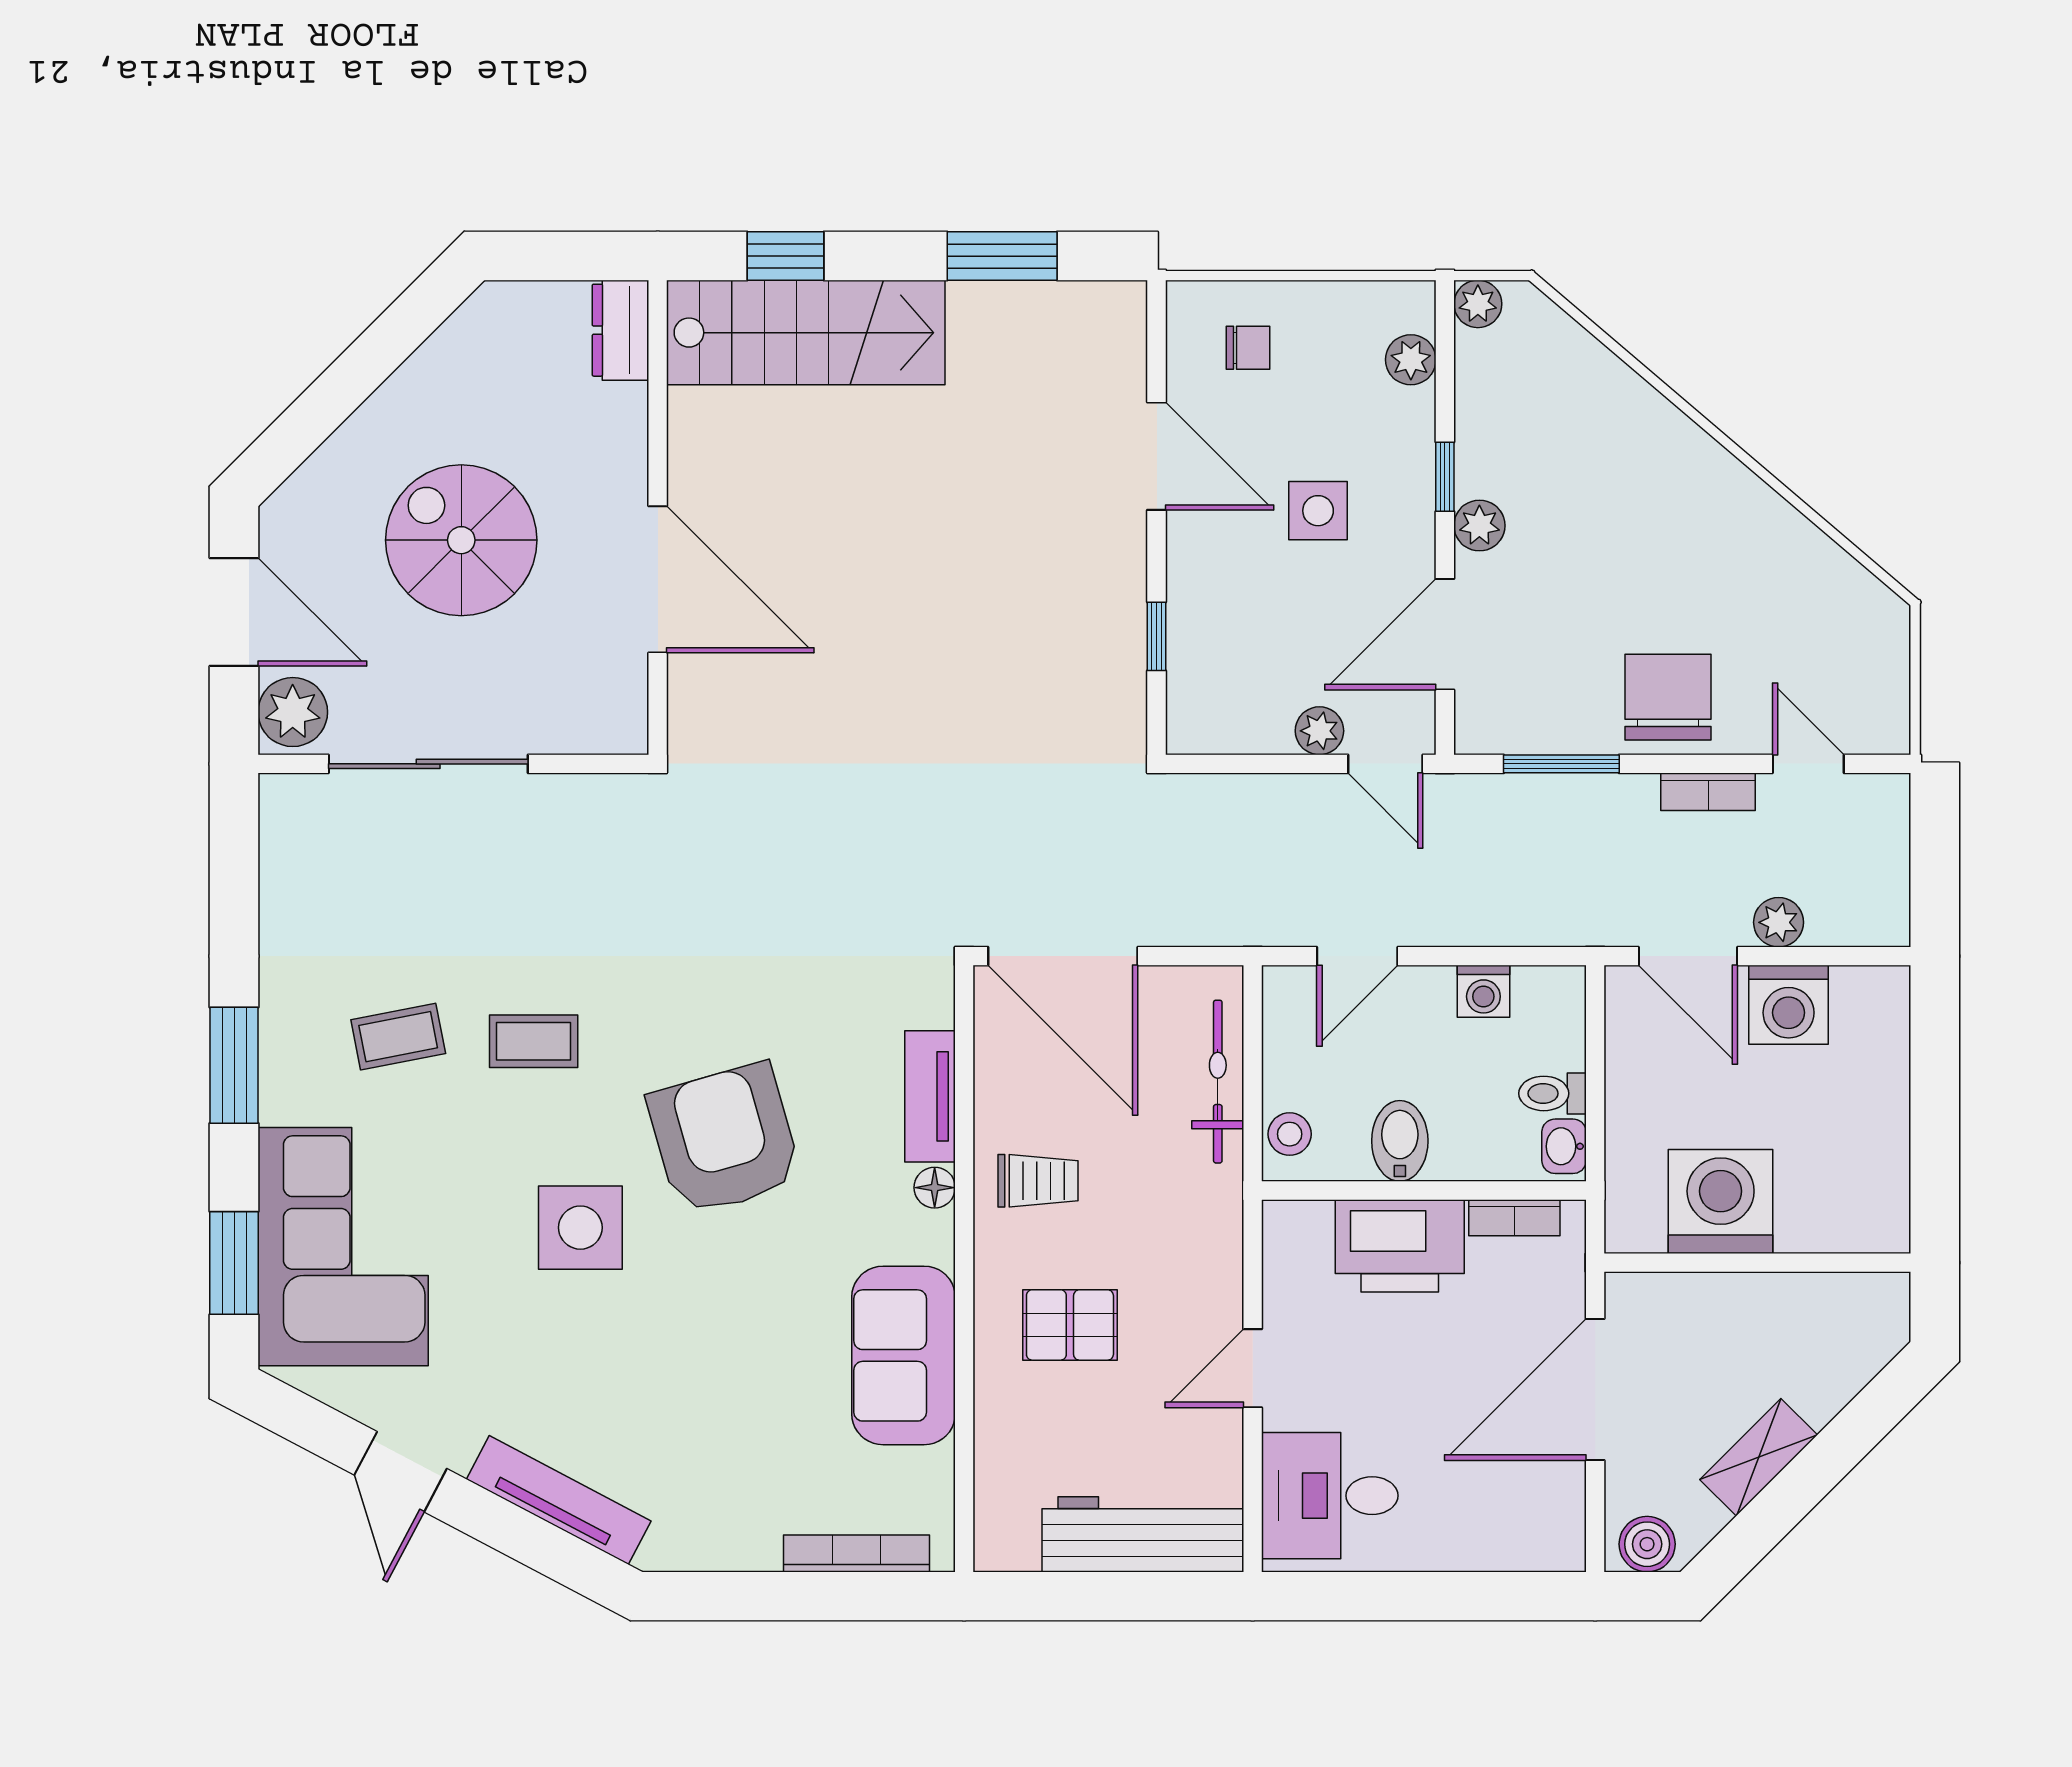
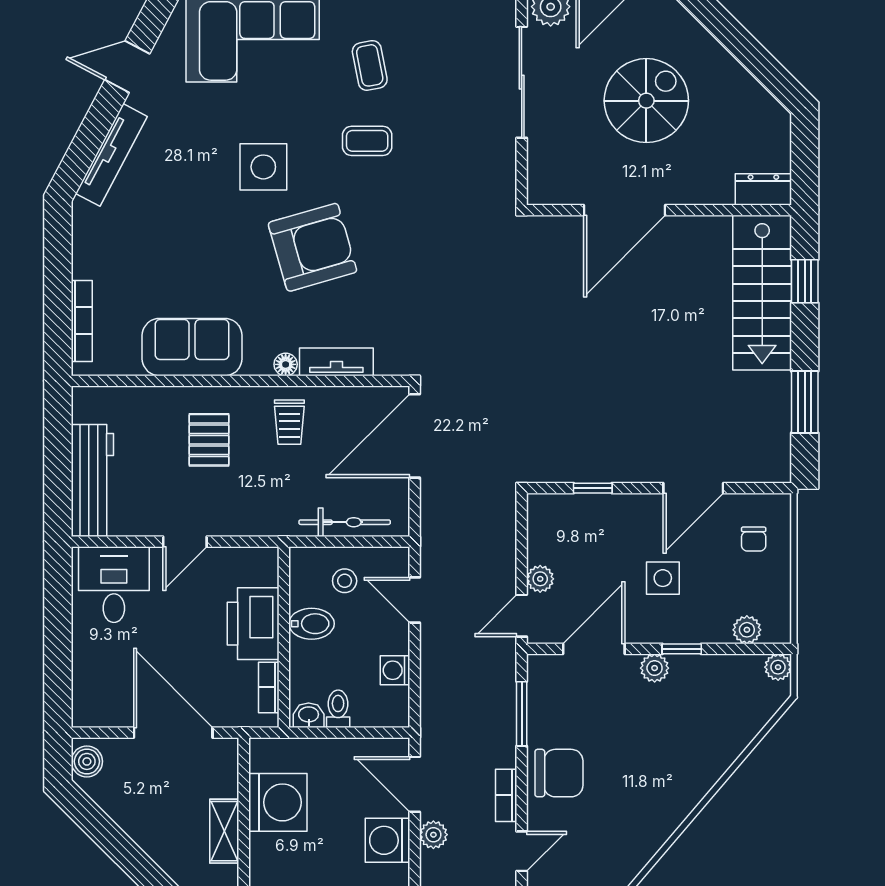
door: (1445, 634) -> (594, 649), hinge flipped
door: (1688, 956) -> (415, 784), hinge flipped
coffee table: (534, 1041) -> (367, 141), turned 90
stool: (1290, 1134) -> (345, 581), moved
door: (1253, 1368) -> (185, 542), swing flipped
shelving: (1759, 1457) -> (224, 831), moved, turned 45

